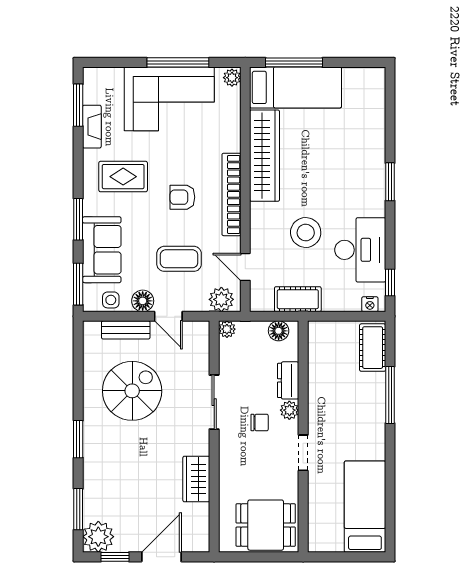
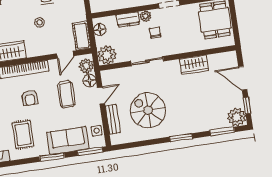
stool: (306, 232) -> (40, 22), width x0.53, depth x0.53
cot: (298, 299) -> (82, 36), moved
floor lamp: (143, 301) -> (89, 81), moved
plant: (227, 329) -> (107, 55), width x1.88, depth x1.88

